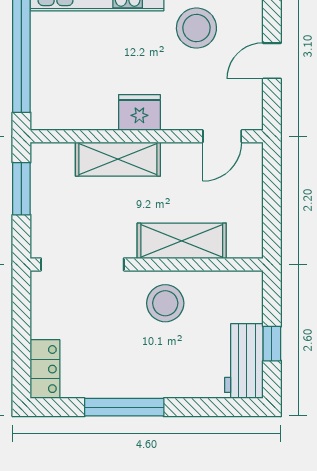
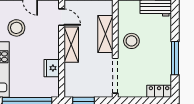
fridge: (139, 112) -> (52, 68), moved
shelving: (118, 159) -> (71, 45), moved

